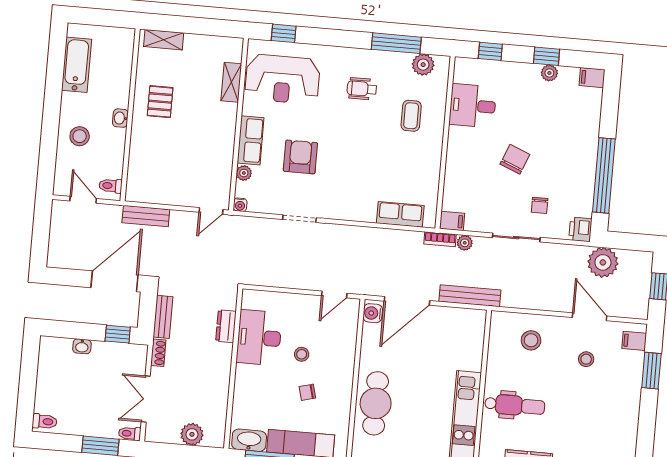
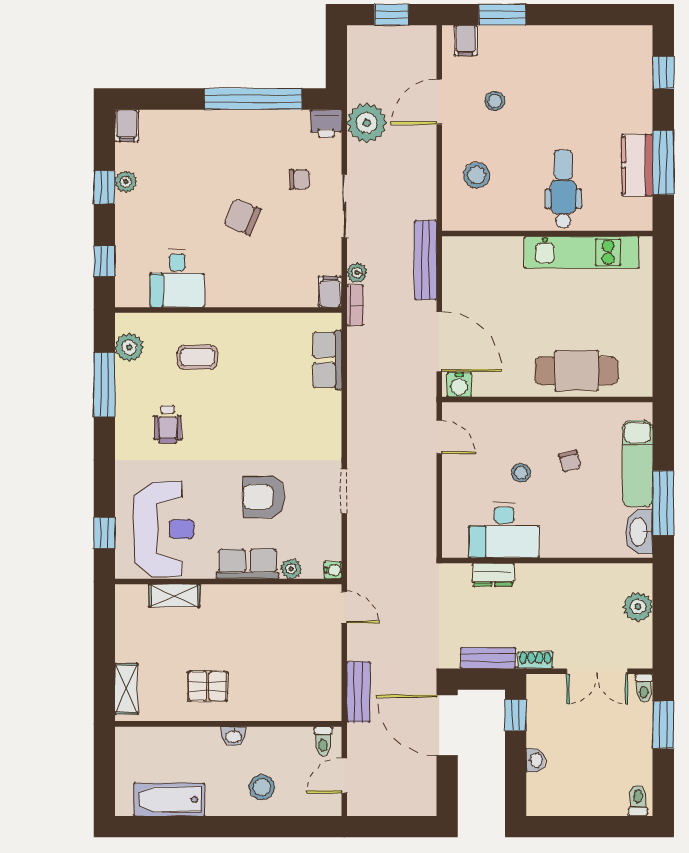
plant: (603, 262) -> (367, 123), moved

